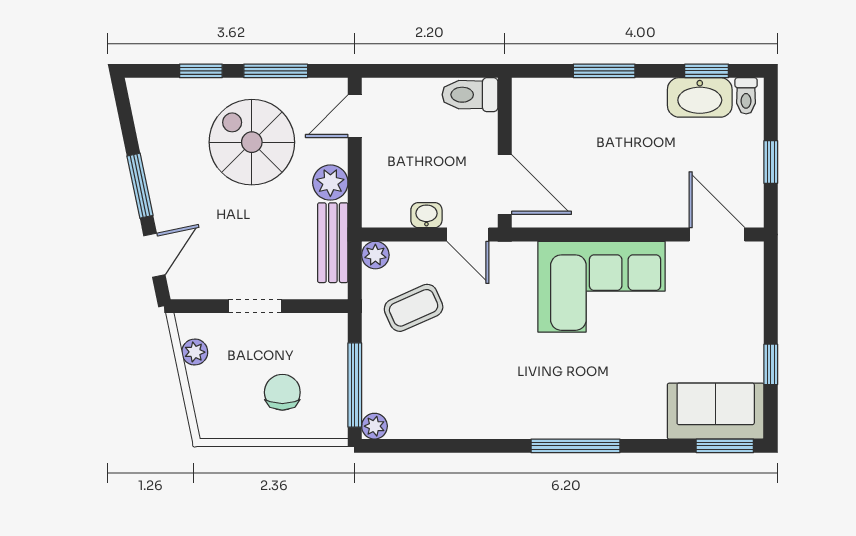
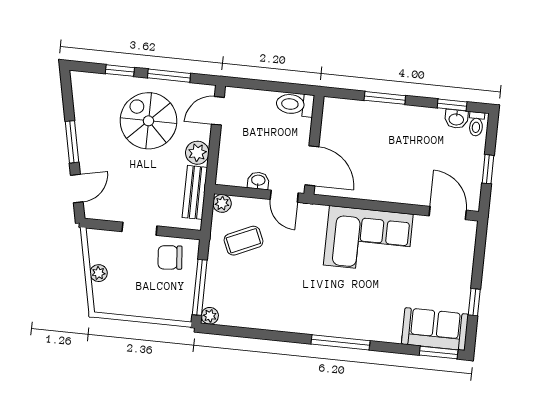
washbasin: (700, 97) -> (456, 119), width x0.52, depth x0.69
plant: (195, 352) -> (99, 273), moved
chair: (282, 392) -> (170, 257), moved, turned -95

